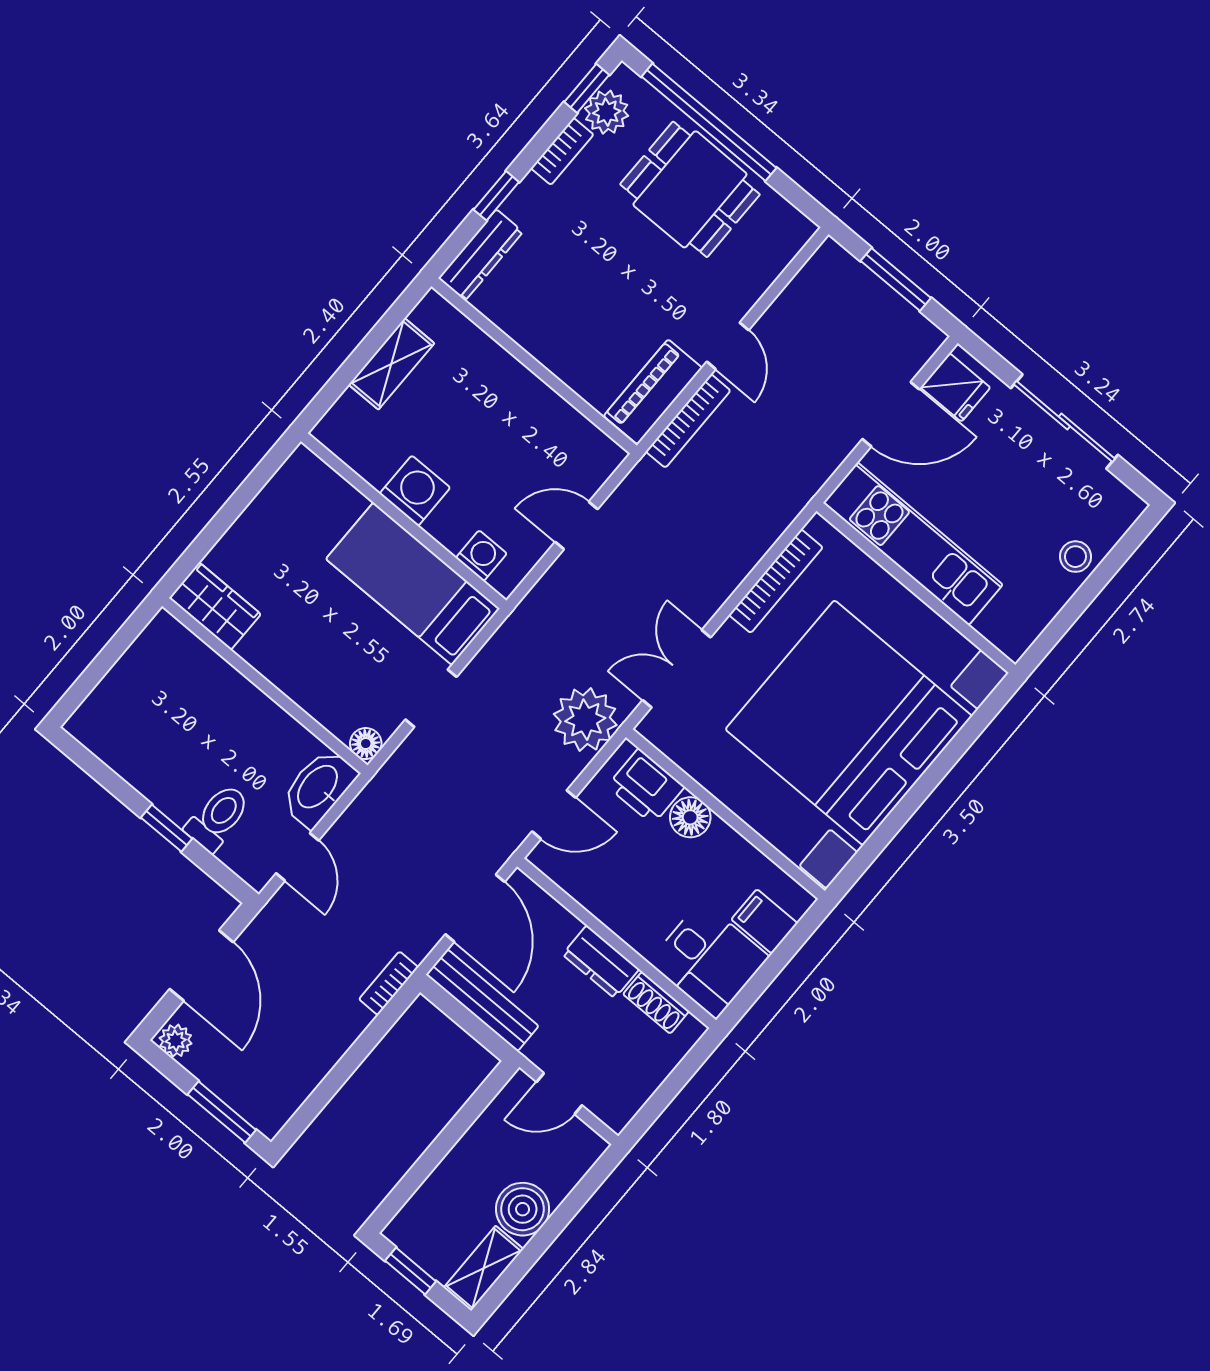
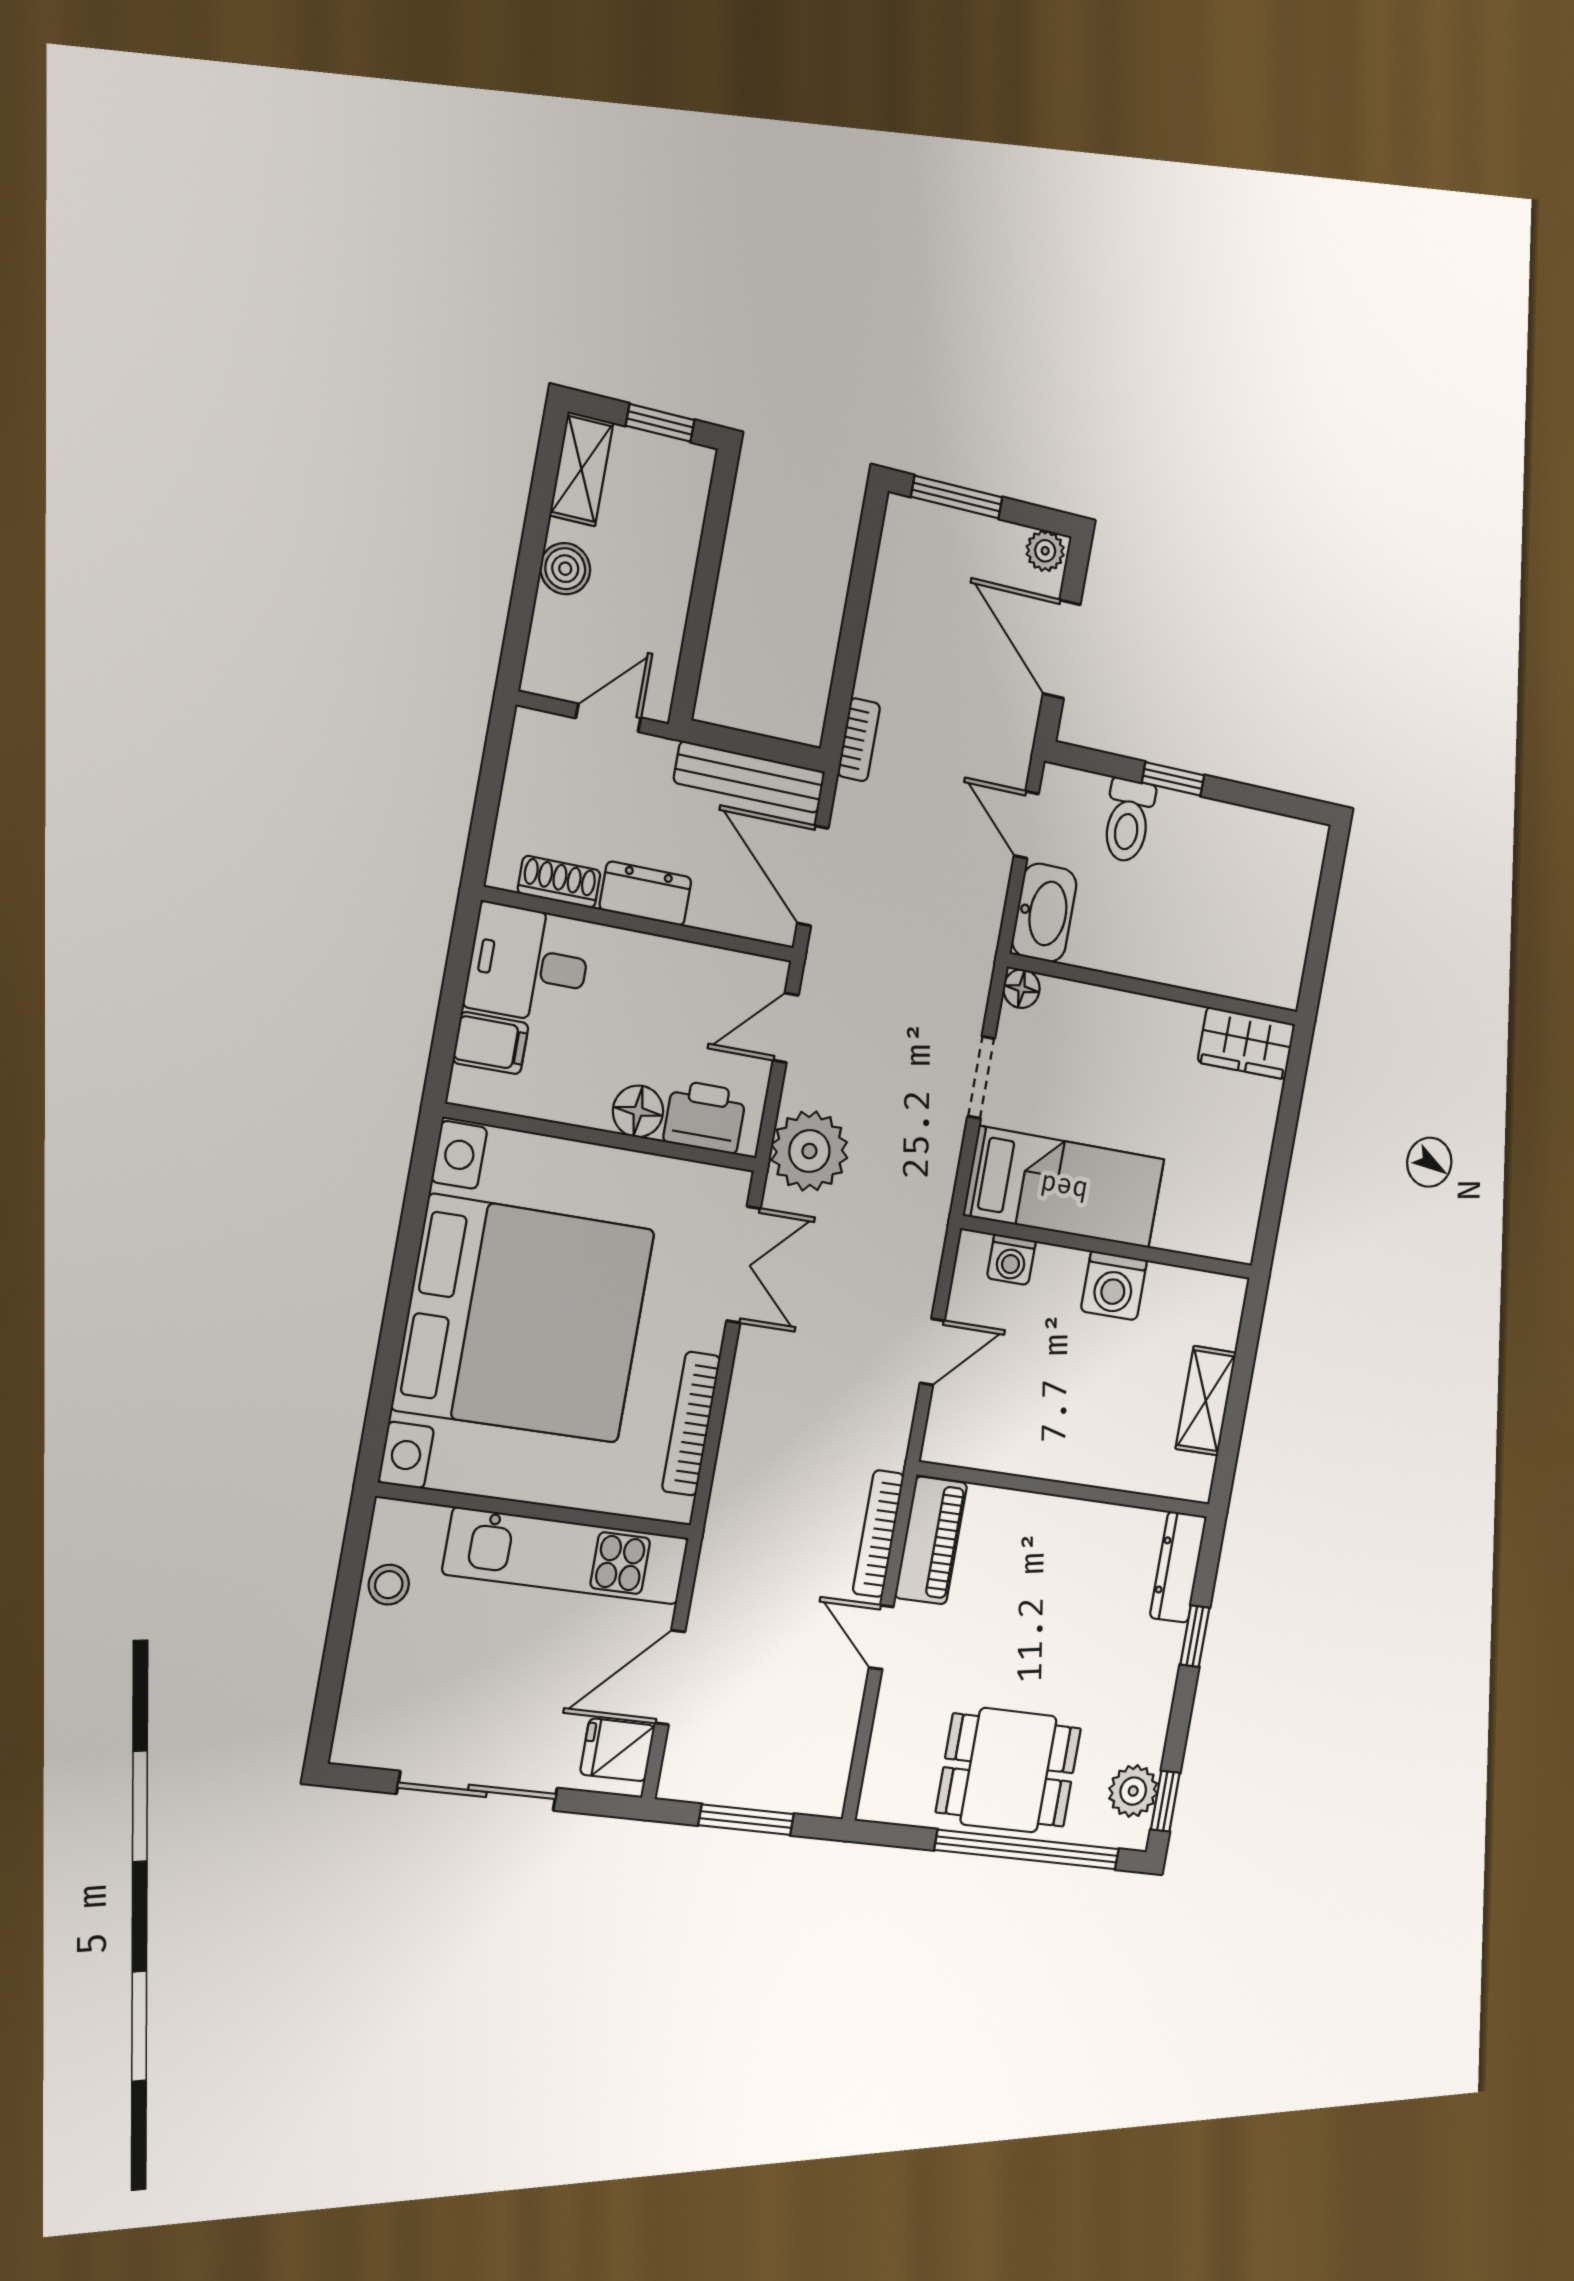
bookcase: (562, 151) -> (1155, 1723), removed
stool: (1075, 557) -> (389, 1585), moved
boiler: (523, 1209) -> (565, 569), width x0.73, depth x0.73

